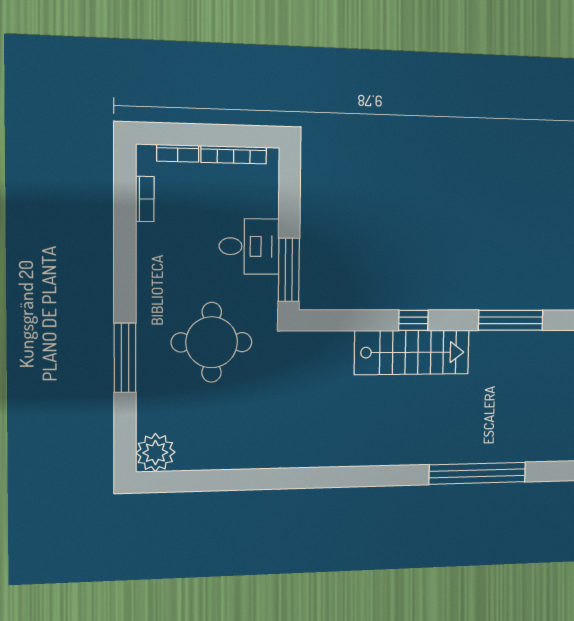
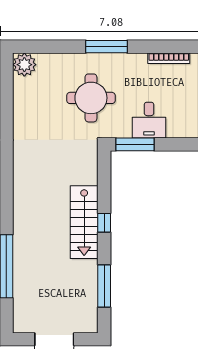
bookcase: (145, 199) -> (169, 58), width x1.56
window: (125, 358) -> (107, 47), moved

